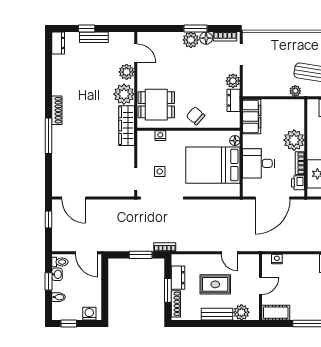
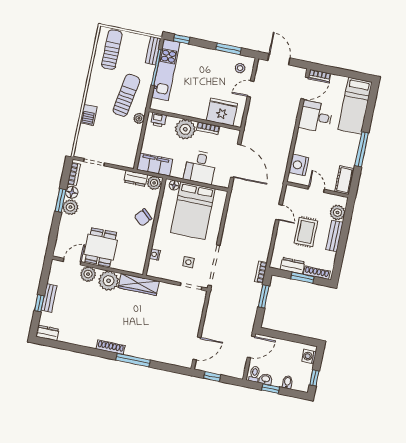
barbecue: (288, 39) -> (89, 115), added
plant: (233, 81) -> (154, 183), moved
dining table: (156, 105) -> (101, 247), moved
printer: (298, 183) -> (158, 120), moved
door: (229, 253) -> (279, 212), hinge flipped
nightstand: (277, 259) -> (299, 165), width x1.89, depth x1.79

